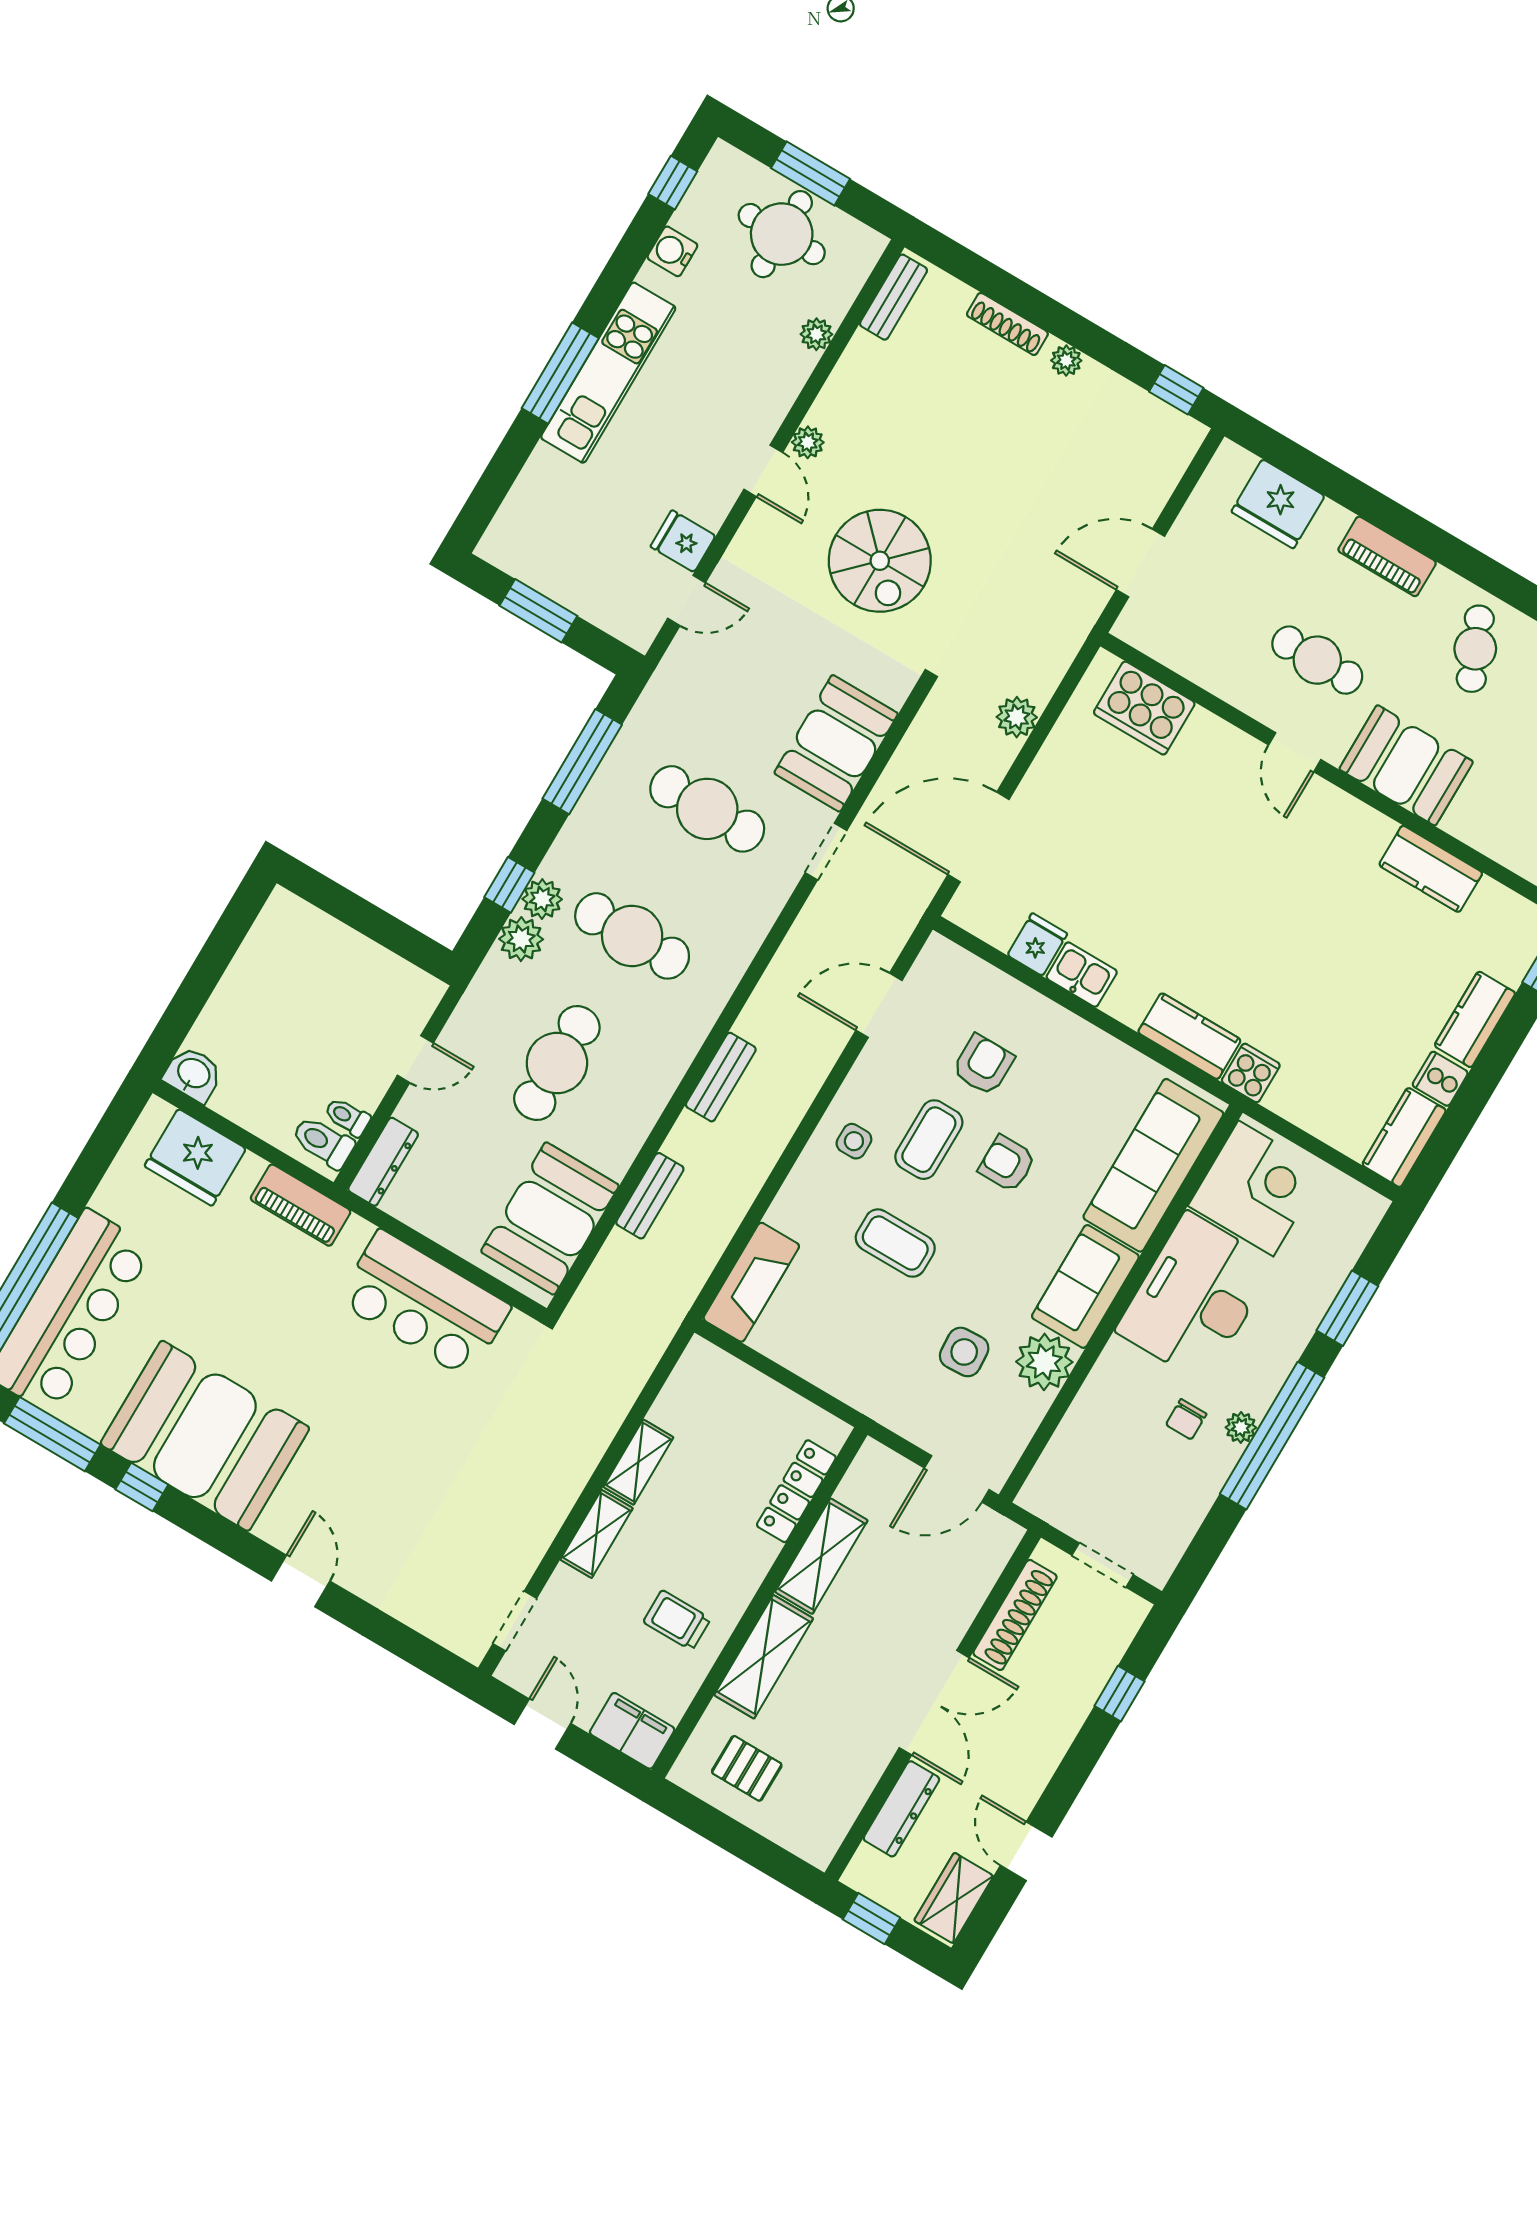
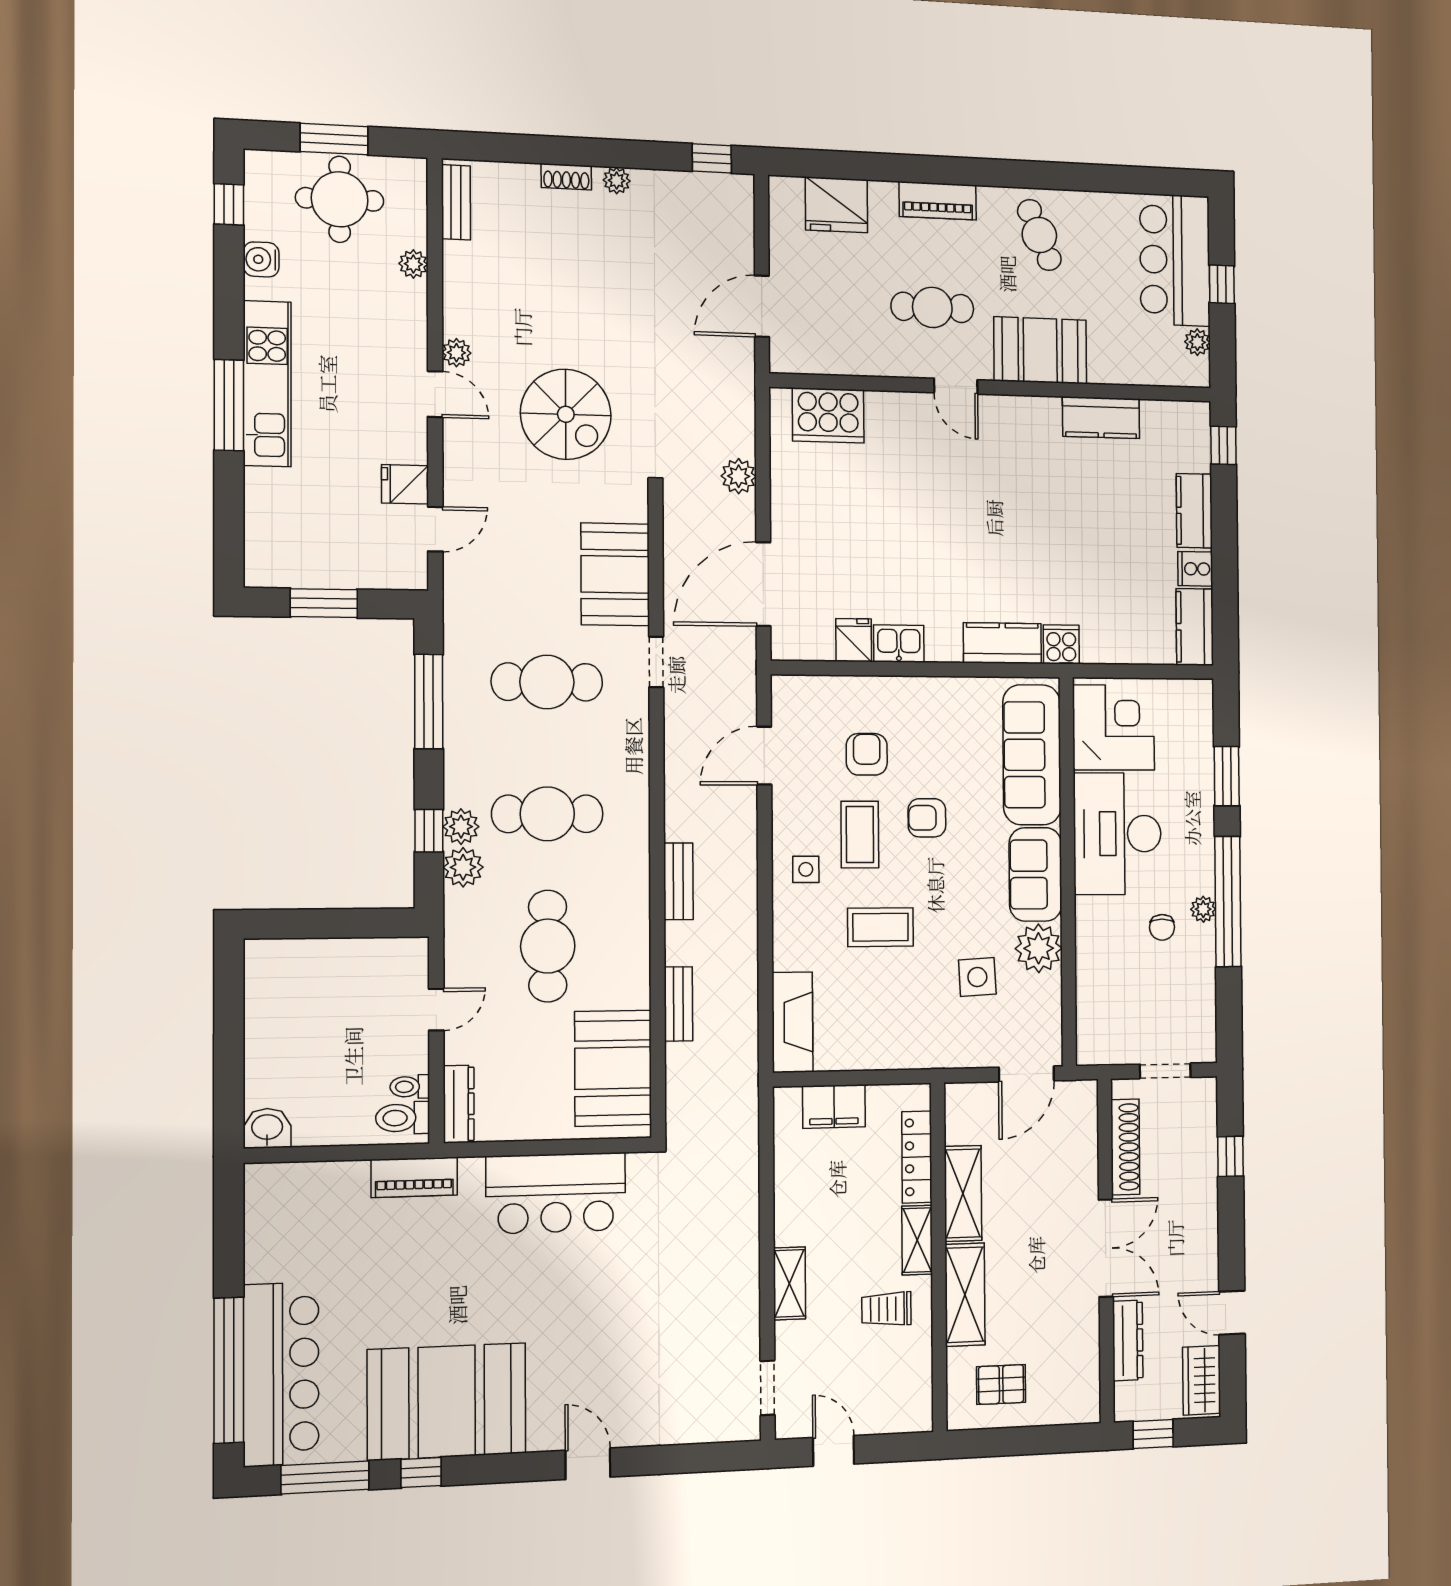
shoe rack: (1007, 324) -> (566, 177), width x0.70
fridge: (195, 1157) -> (308, 1192), removed
shelving: (638, 1462) -> (917, 1240), moved
filing cabinet: (632, 1731) -> (834, 1106), moved, turned 180

